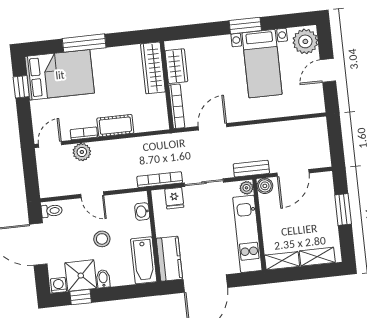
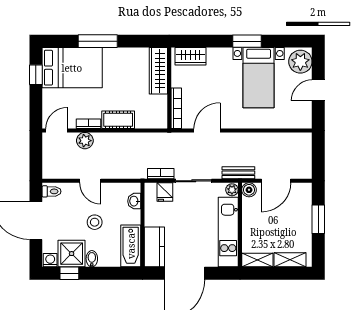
wardrobe: (176, 66) -> (190, 56), moved, turned 90
bookcase: (160, 180) -> (161, 174), width x0.64

